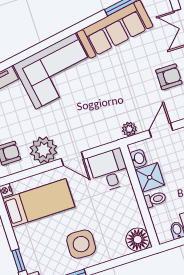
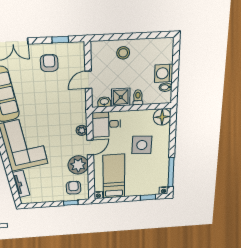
plant: (129, 129) -> (82, 130), moved
door: (161, 130) -> (88, 80), hinge flipped
side table: (81, 244) -> (142, 145), moved

